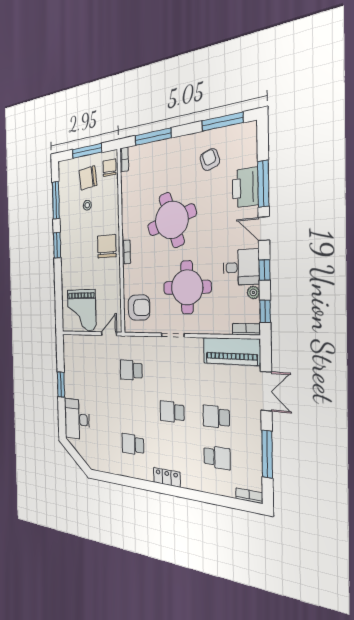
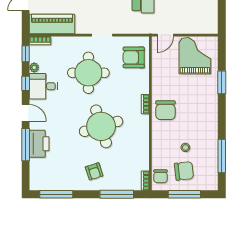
armchair: (210, 160) -> (94, 171), moved
window: (57, 245) -> (222, 82), moved

